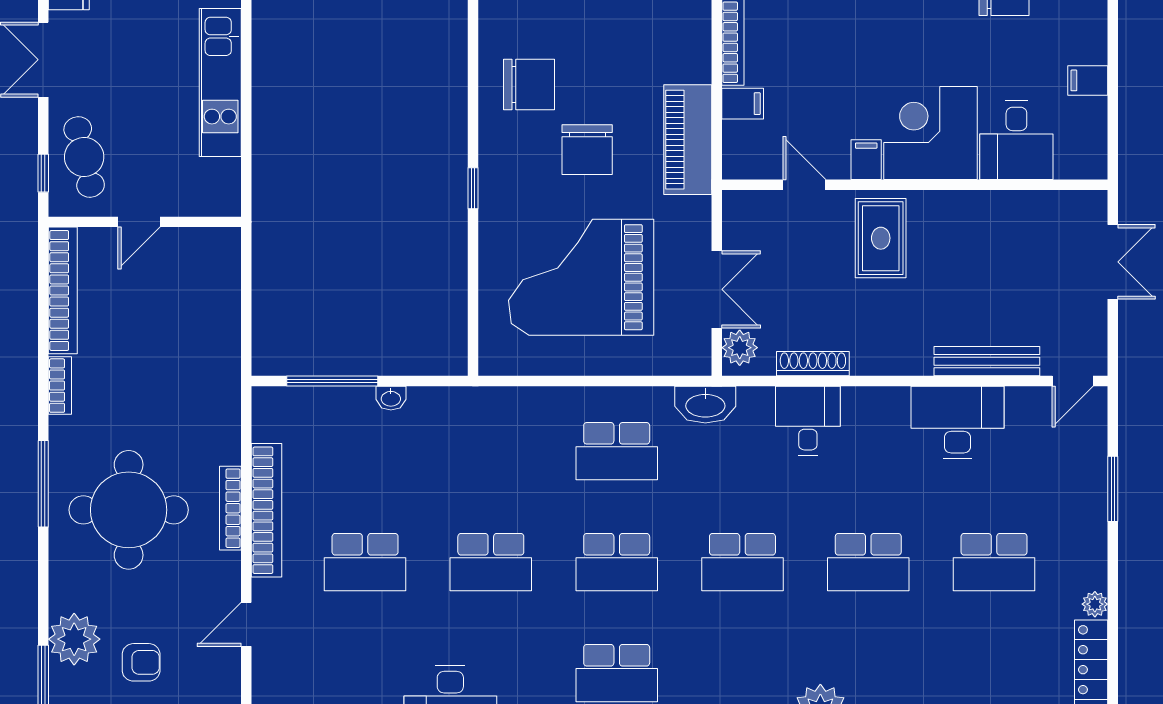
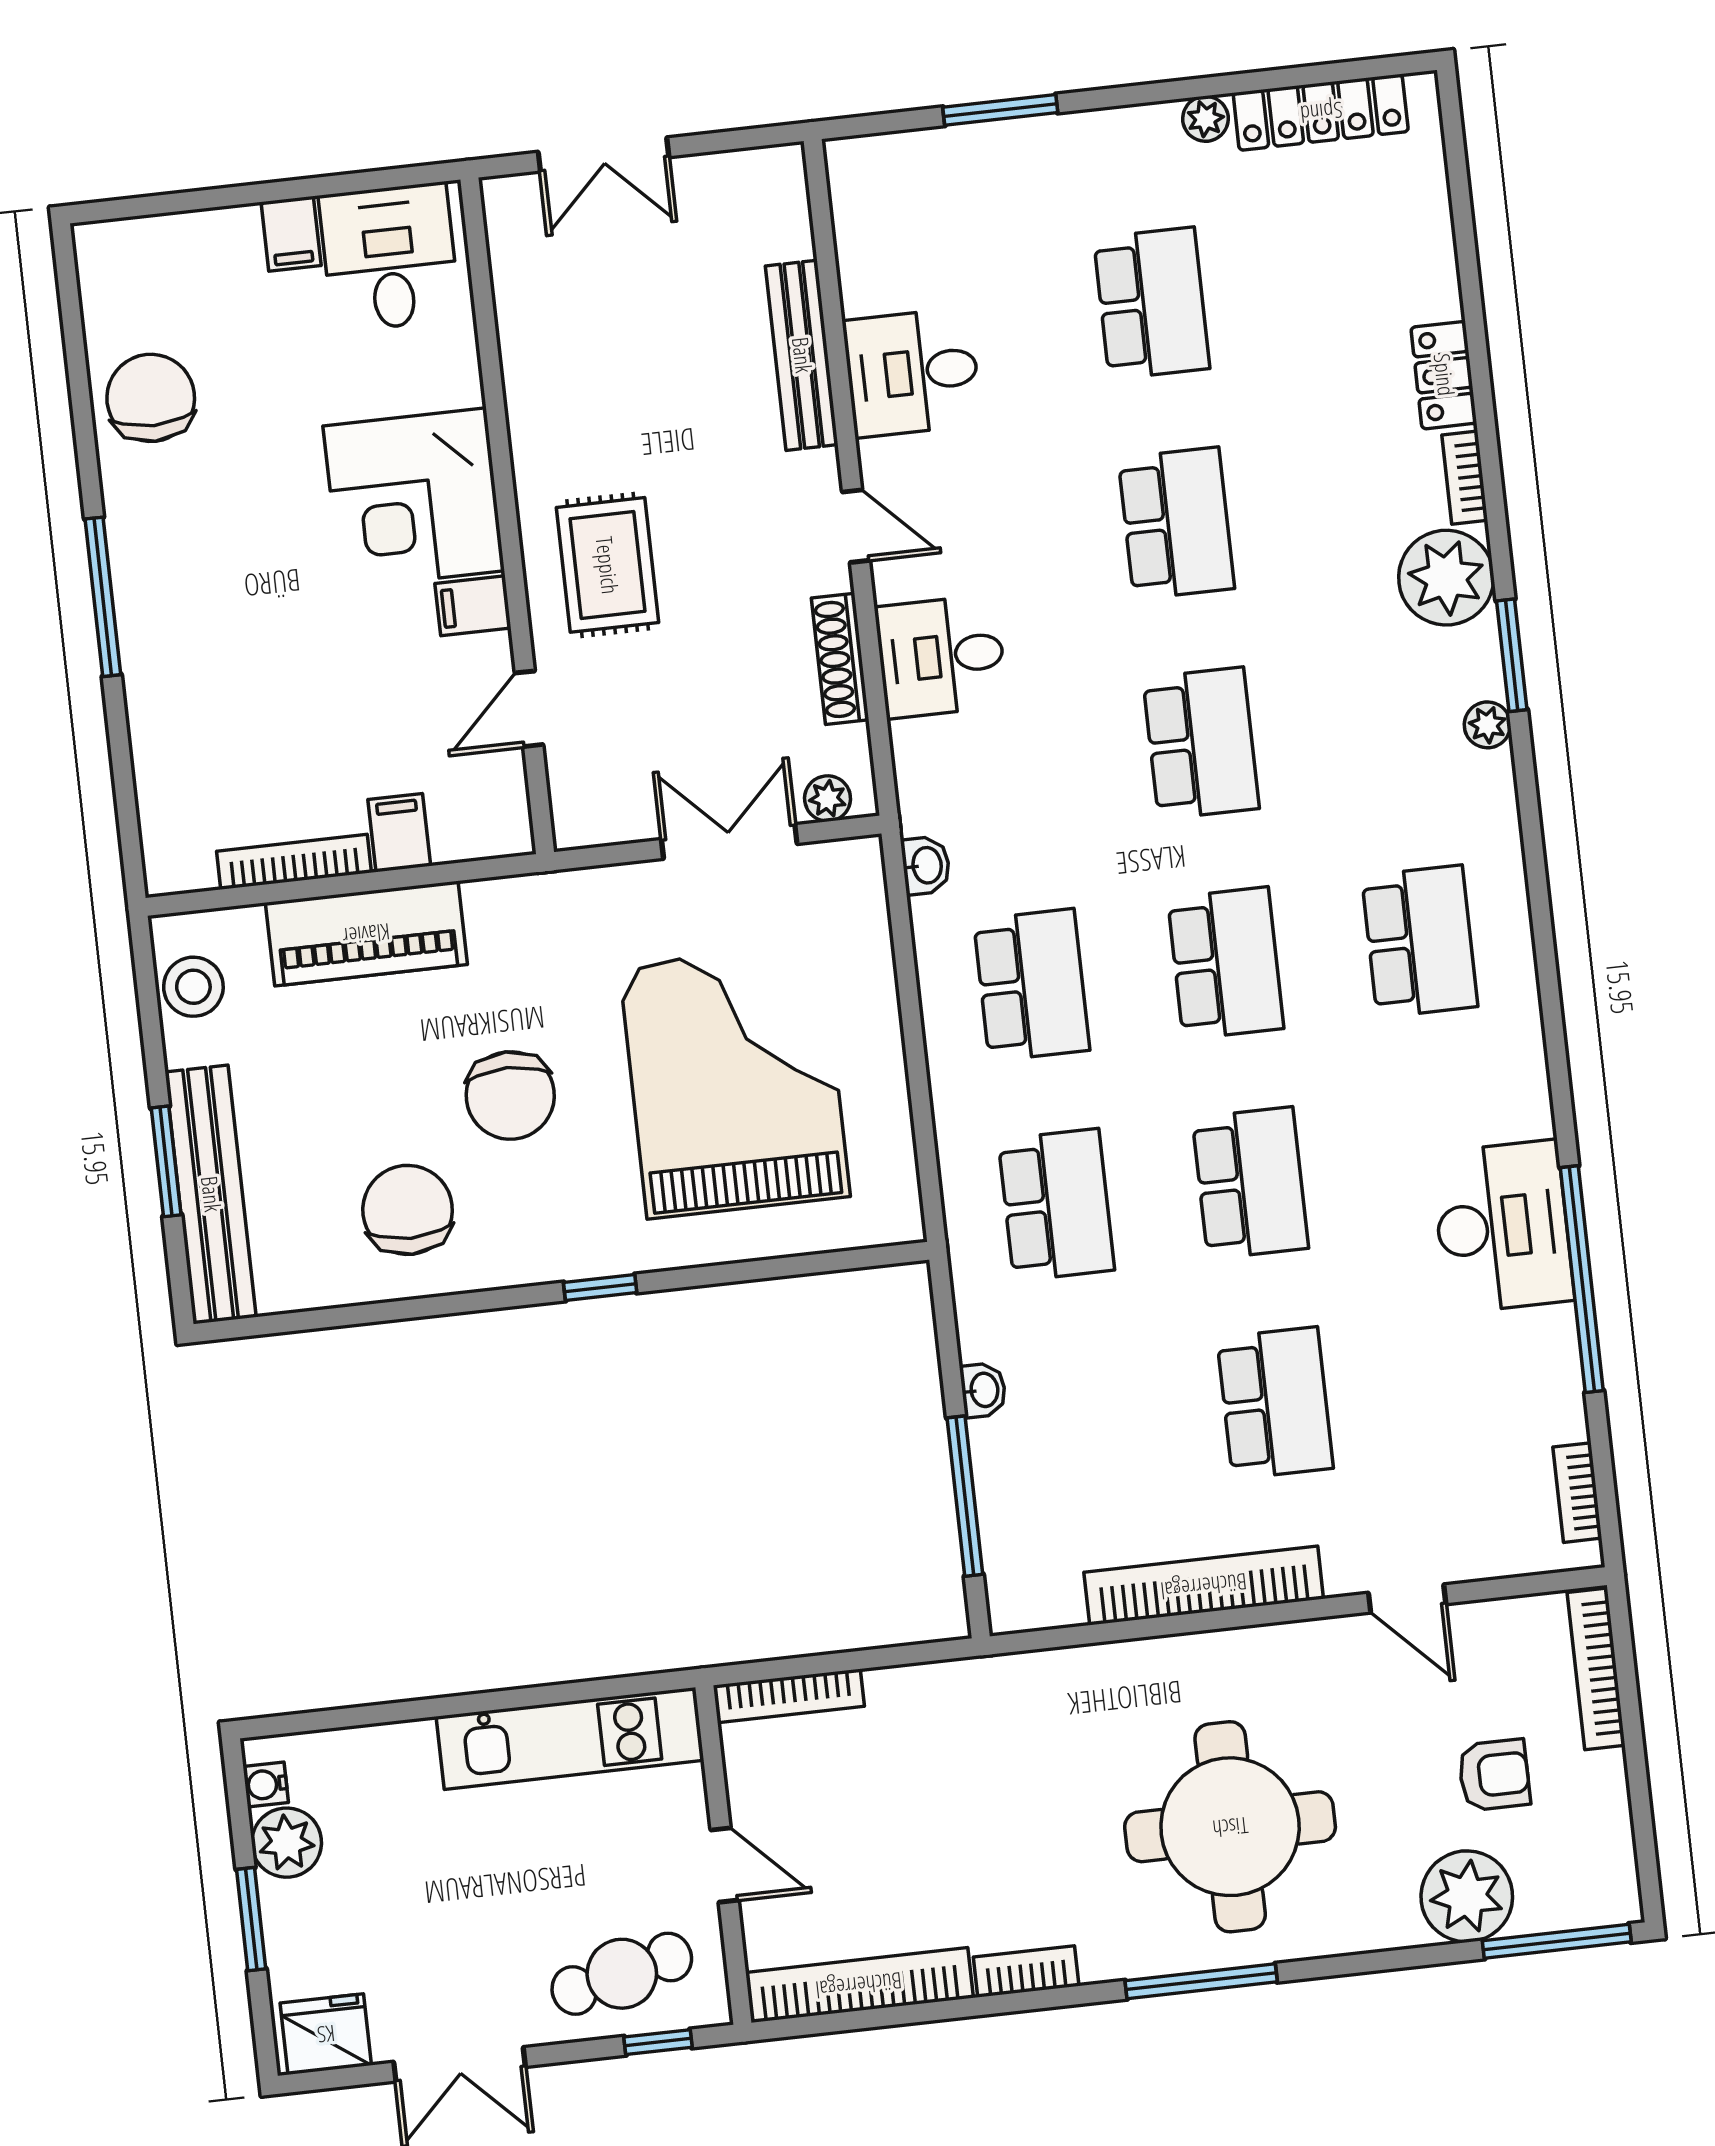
kitchen unit: (220, 82) -> (570, 1738), moved
piano: (688, 140) -> (366, 934), moved
desk: (1016, 140) -> (390, 257), moved, turned -90
chair: (587, 150) -> (510, 1096), turned 90
rug: (881, 238) -> (607, 565), turned 90
double door: (1113, 262) -> (604, 154), swing flipped
grand piano: (581, 277) -> (735, 1081), turned 180
plant: (740, 348) -> (828, 799), width x0.73, depth x0.73
door: (1073, 381) -> (856, 526), moved
washbasin: (705, 405) -> (926, 865), width x0.52, depth x0.69
desk: (957, 422) -> (912, 373), width x0.73
school desk: (491, 451) -> (1056, 1205), added
bookcase: (230, 508) -> (789, 1696), moved
armchair: (141, 662) -> (1494, 1775), turned 90

